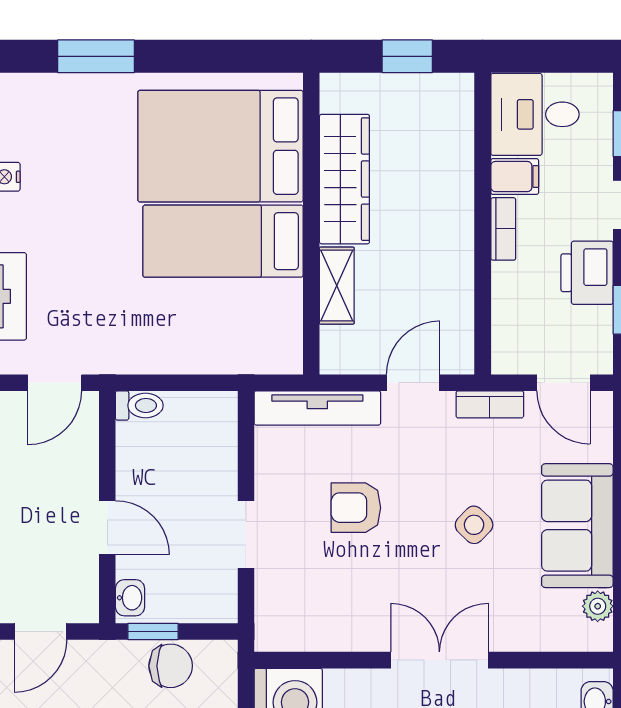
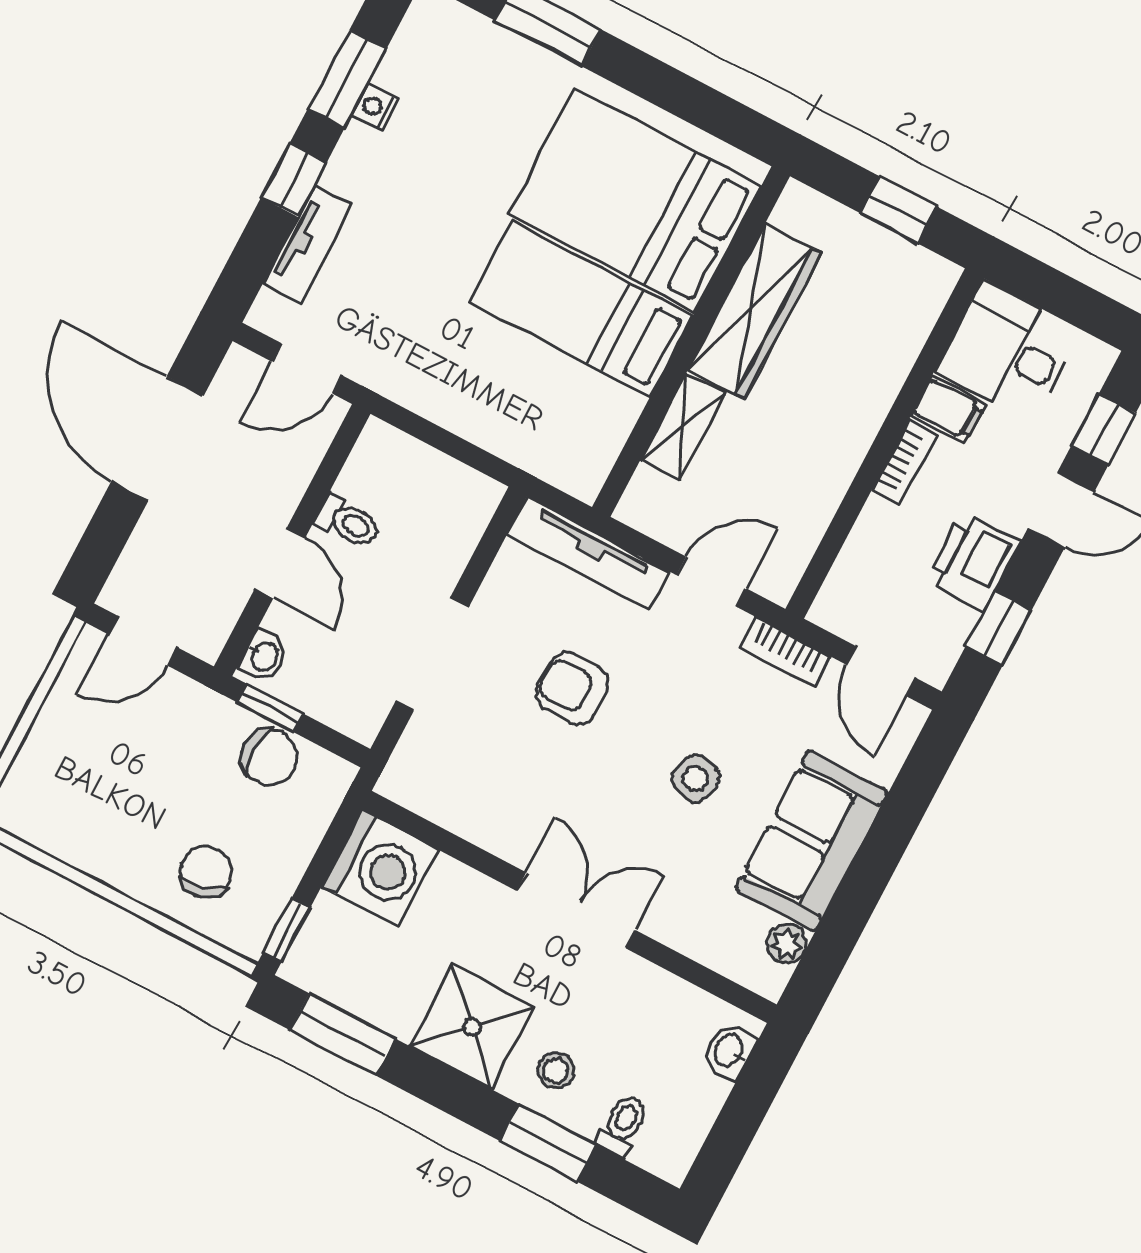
toilet: (139, 405) -> (348, 522), moved
side table: (474, 525) -> (695, 778), turned -30
doorway: (246, 535) -> (432, 654), width x1.38

